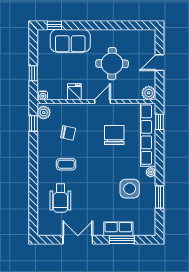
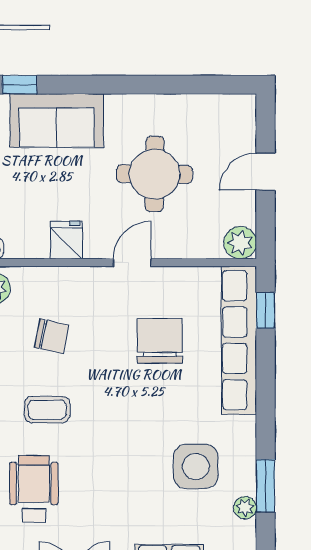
plant: (151, 172) -> (245, 508), moved
wheelchair: (60, 198) -> (34, 489), turned 180

